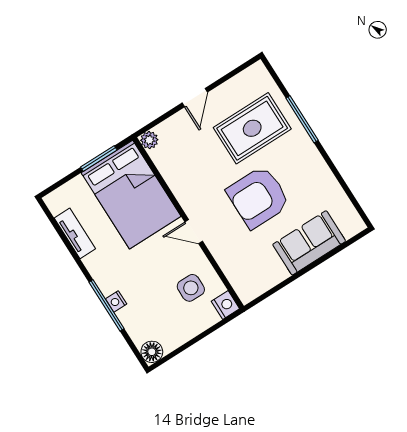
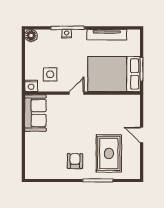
plant: (149, 140) -> (135, 100), removed
armchair: (258, 197) -> (75, 161), moved, width x0.53, depth x0.53
tv unit: (75, 233) -> (107, 35), width x1.41
sofa: (309, 243) -> (35, 113), moved

